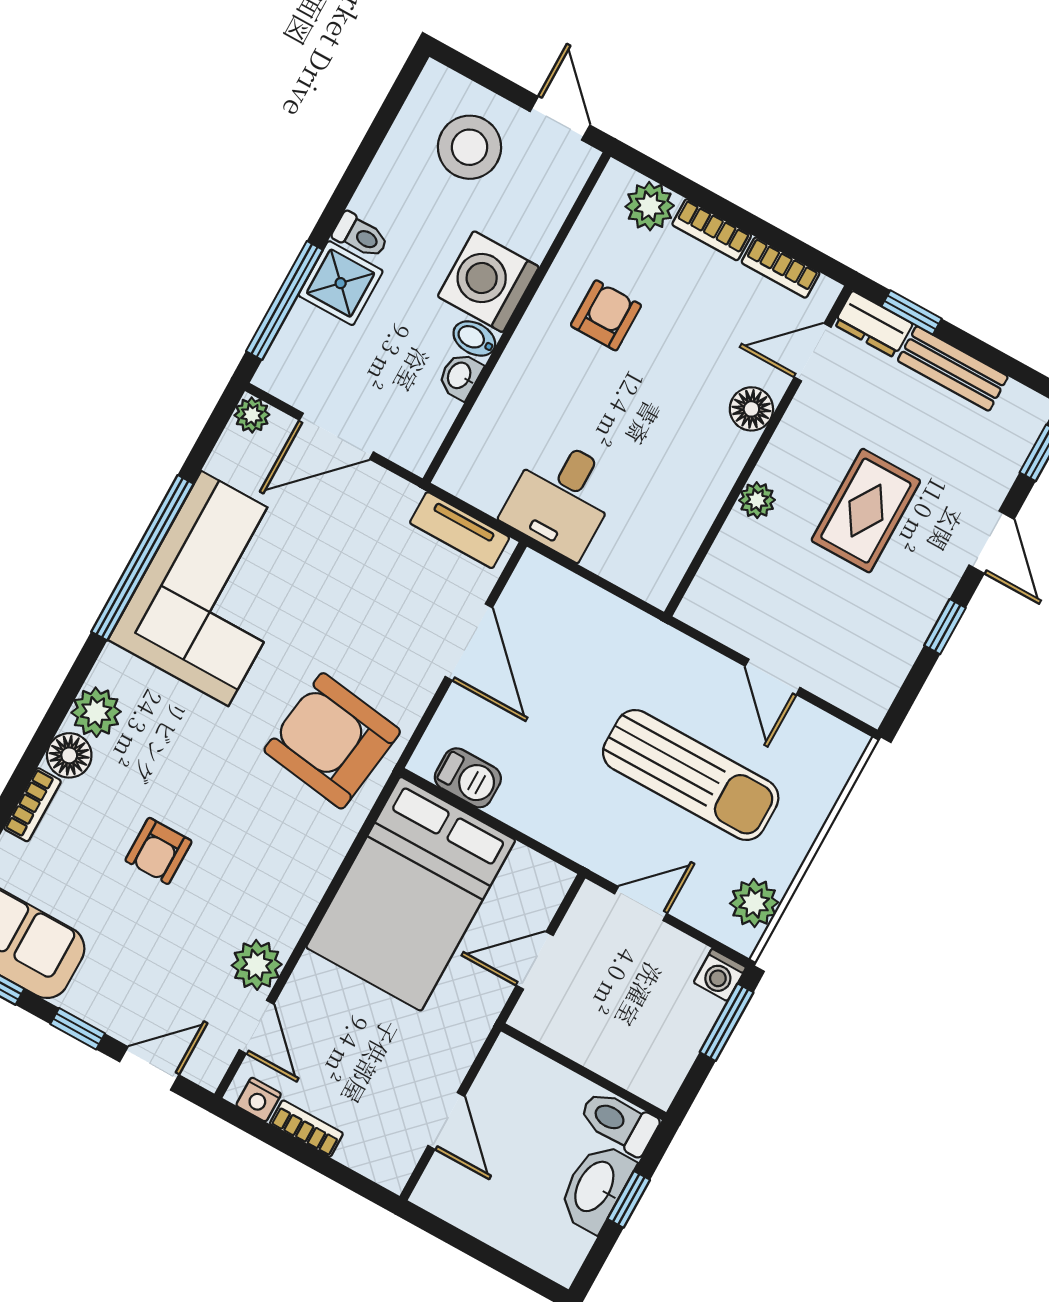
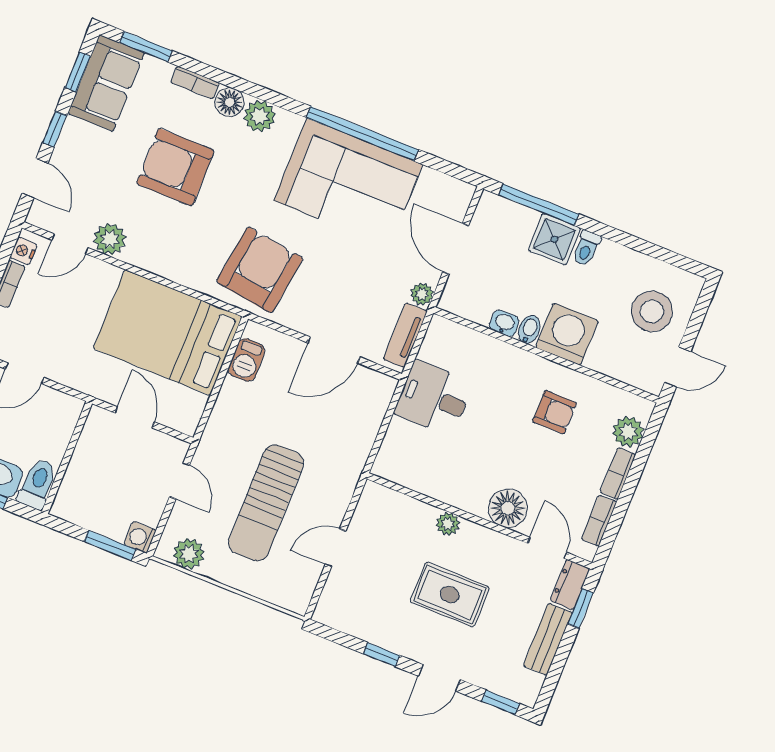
floor lamp: (751, 409) -> (508, 508), width x1.38, depth x1.38
plant: (252, 415) -> (422, 294), moved
armchair: (159, 851) -> (175, 167), width x1.88, depth x1.88

